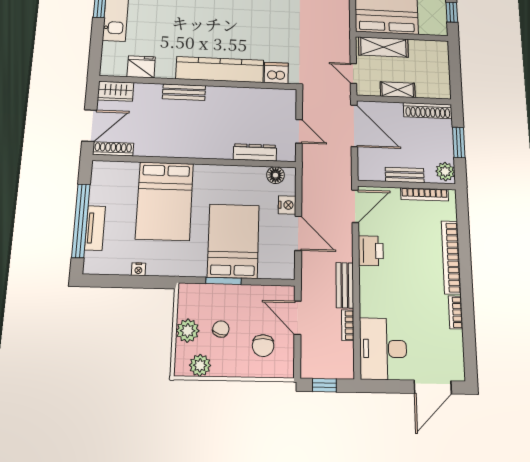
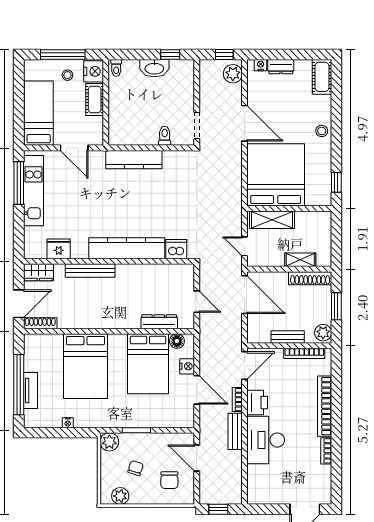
shelving: (398, 90) -> (300, 260), moved
bench: (184, 92) -> (90, 270), width x1.36
bed: (233, 241) -> (148, 364), moved, turned 180
bookcase: (348, 325) -> (237, 400), moved
plant: (188, 331) -> (109, 442), moved
desk: (383, 349) -> (266, 440), moved

